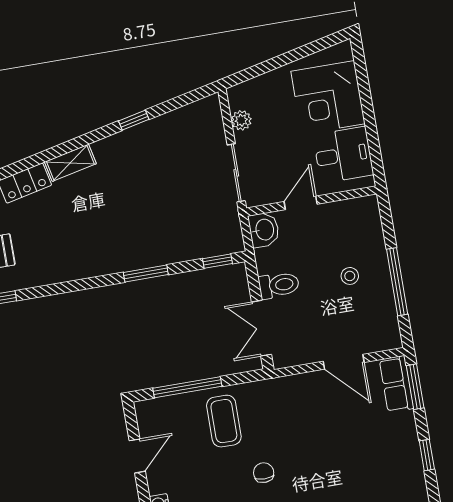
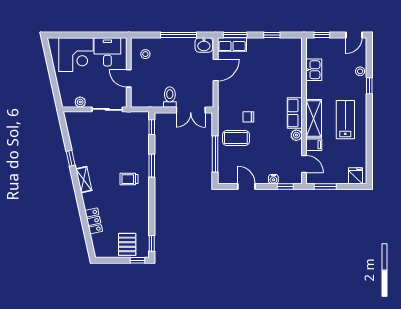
shelving: (70, 163) -> (84, 180), moved
washbasin: (264, 230) -> (204, 45), moved, turned 180
trolley: (114, 235) -> (129, 179), added
stool: (350, 276) -> (145, 54), moved
chair: (264, 473) -> (248, 117), moved

